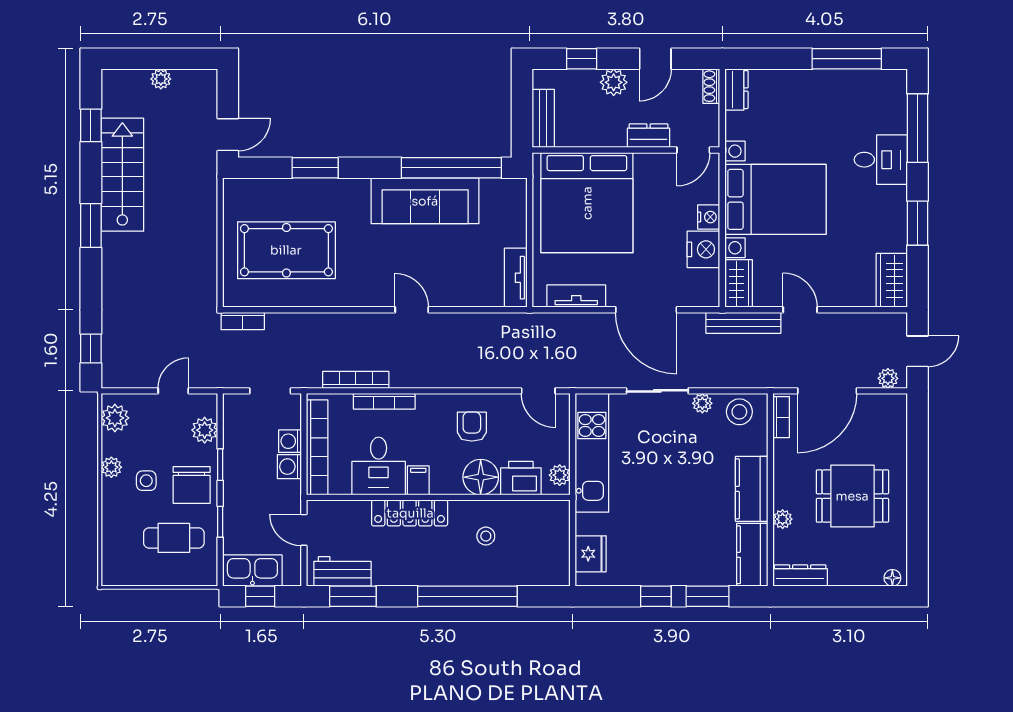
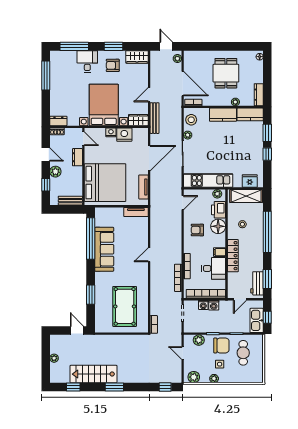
armchair: (871, 221) -> (113, 65), added
shelving: (554, 545) -> (246, 196), added

